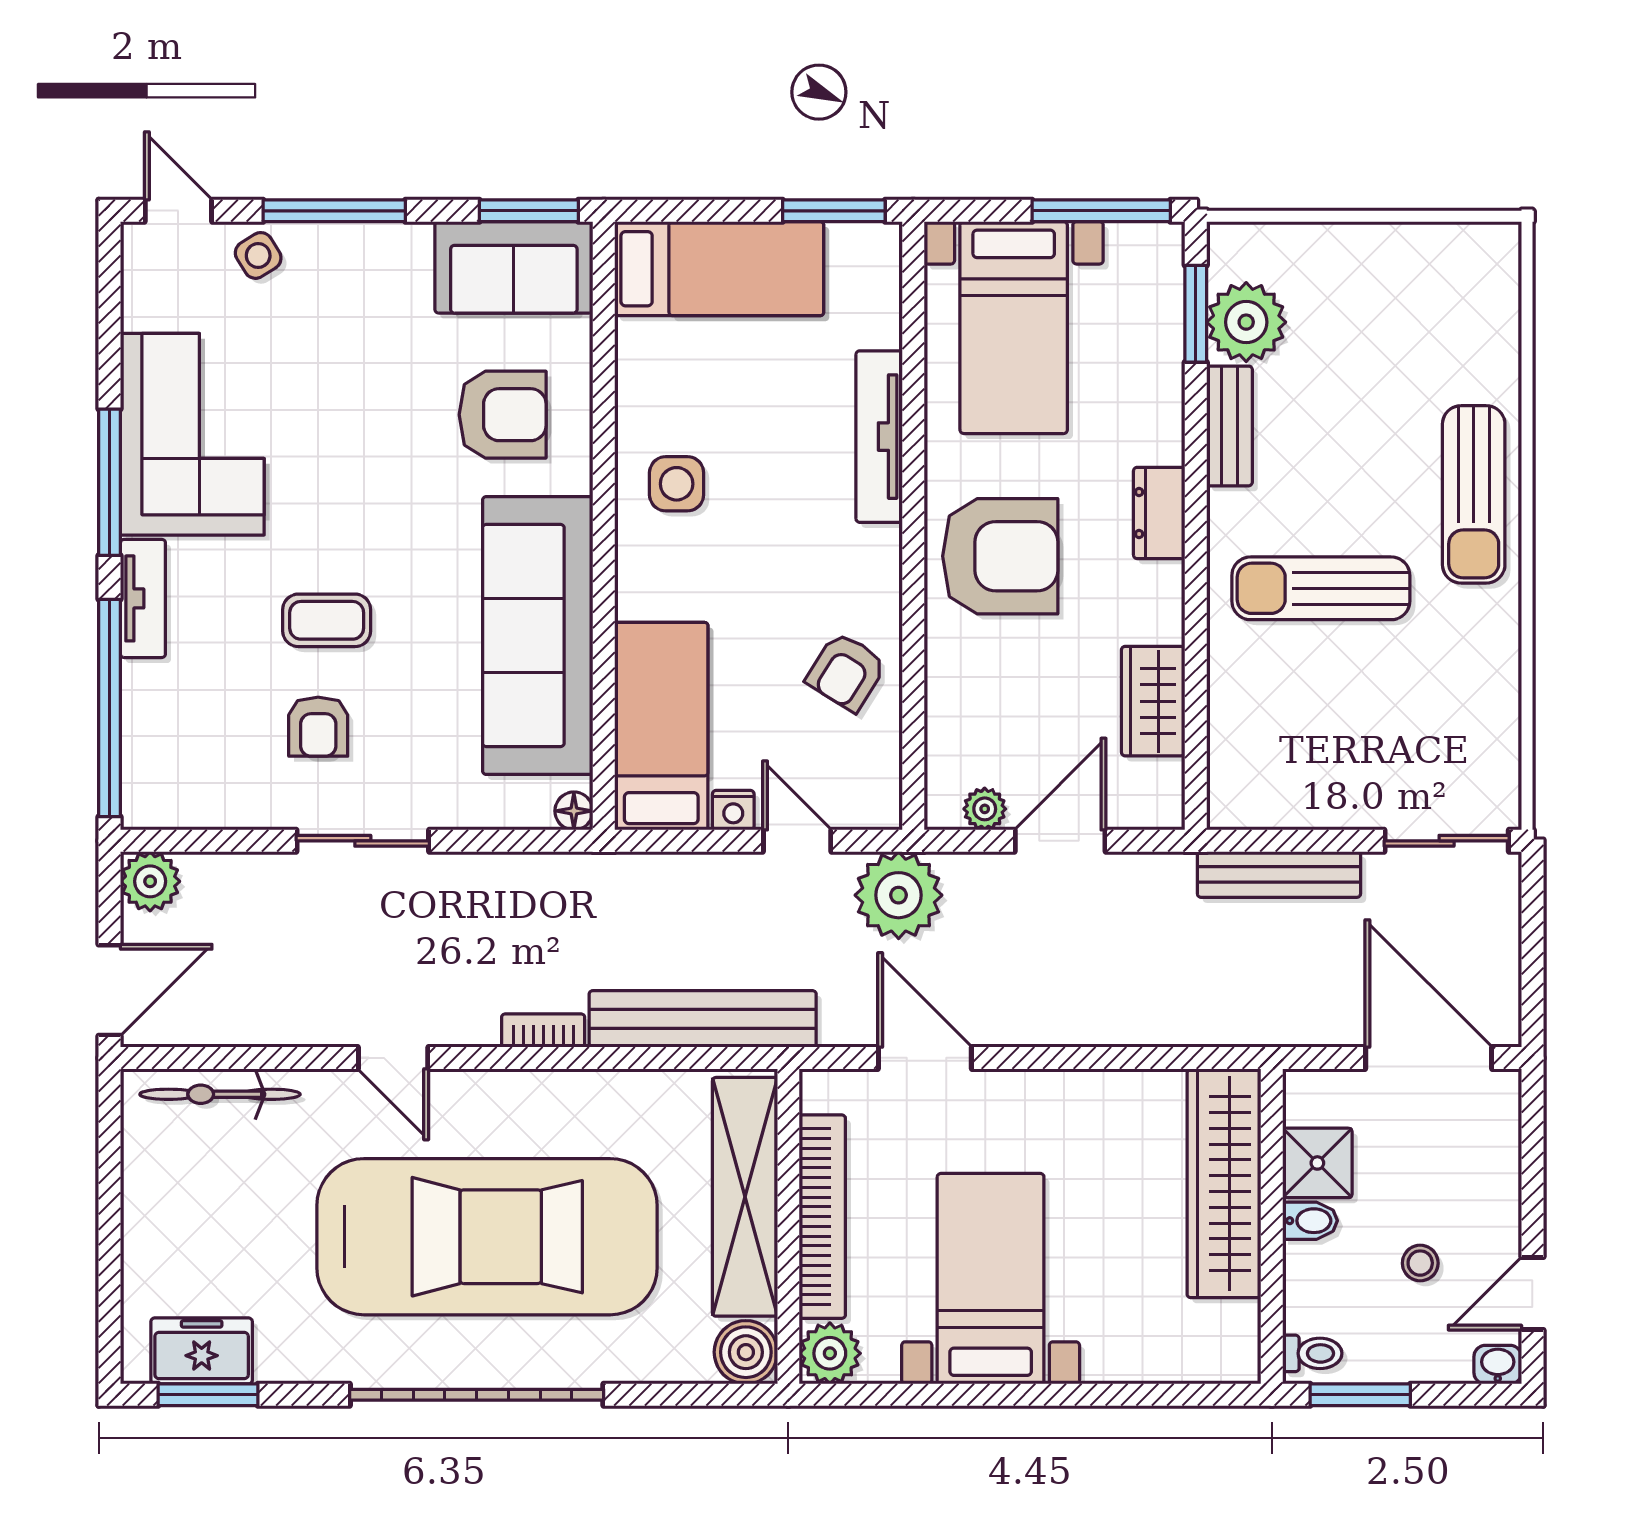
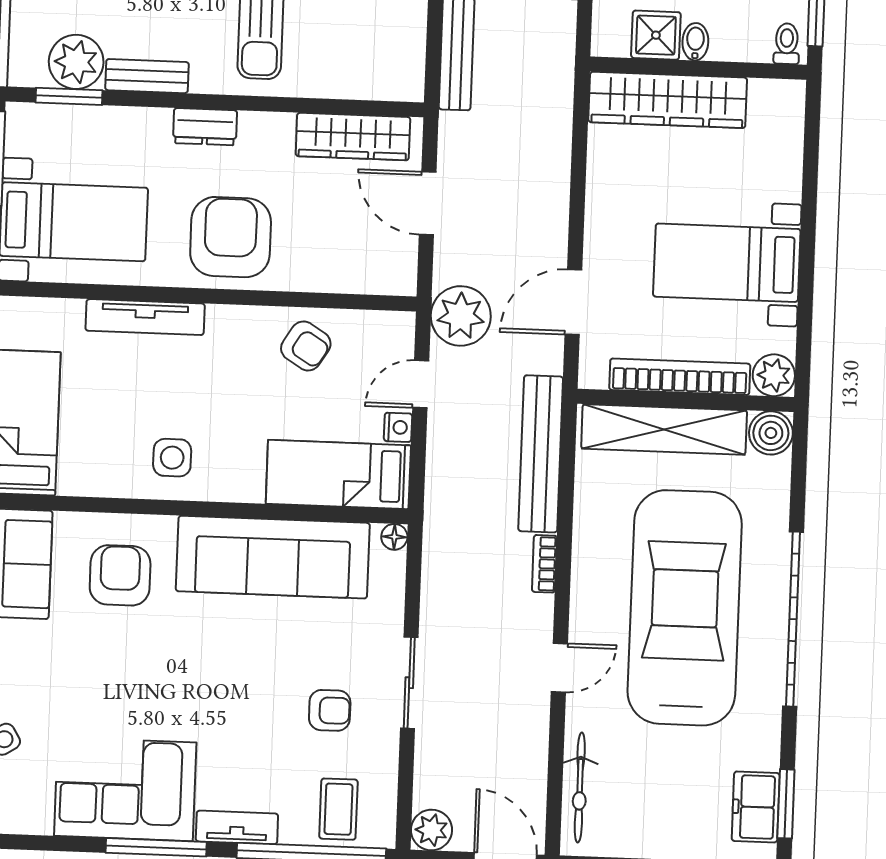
coffee table: (327, 620) -> (338, 809), moved
wardrobe: (1153, 701) -> (353, 137), width x1.50
plant: (985, 809) -> (404, 254), removed

